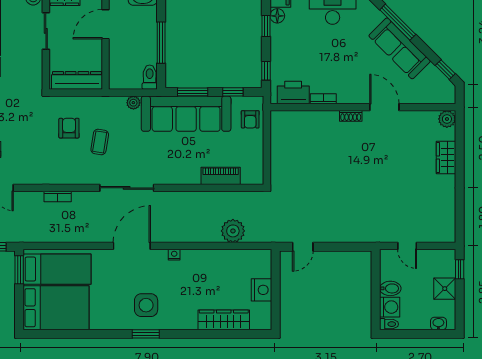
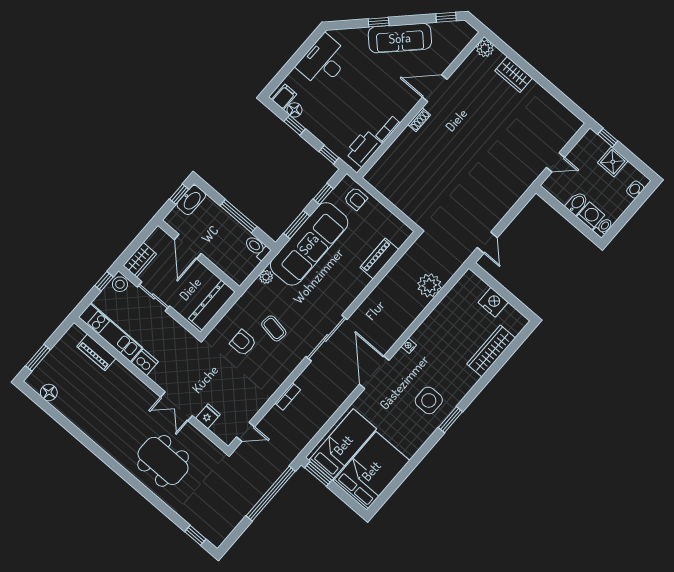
window: (398, 22) -> (379, 22), width x0.46

